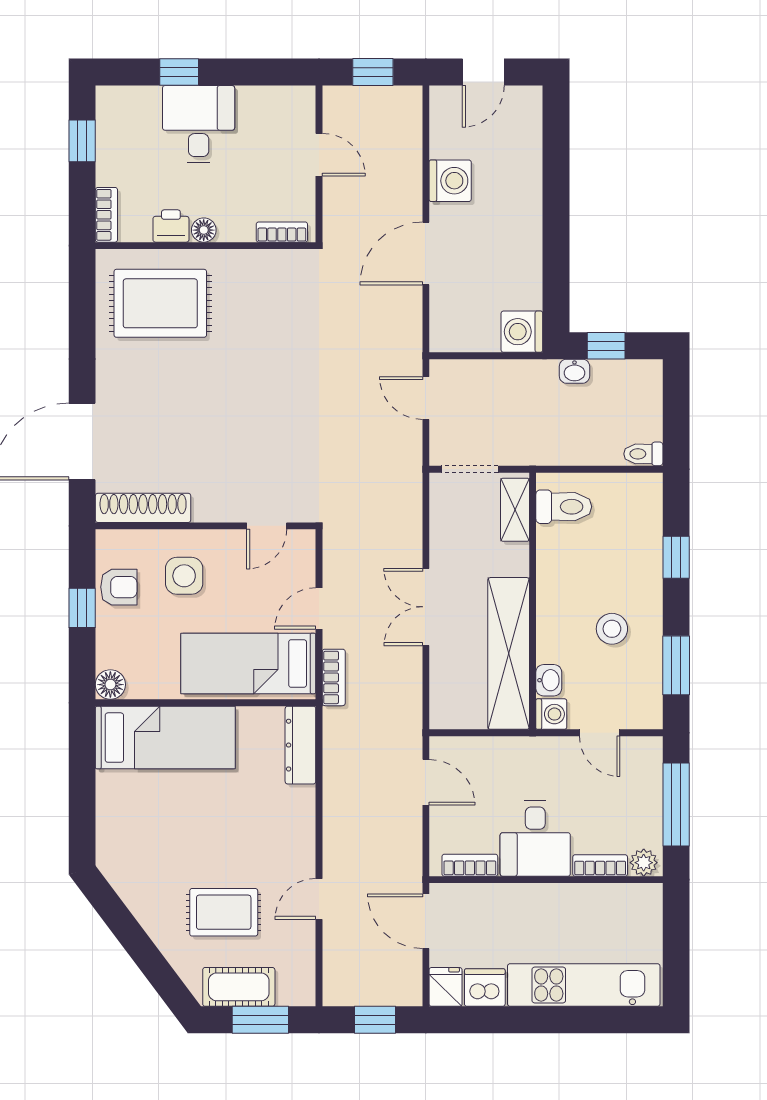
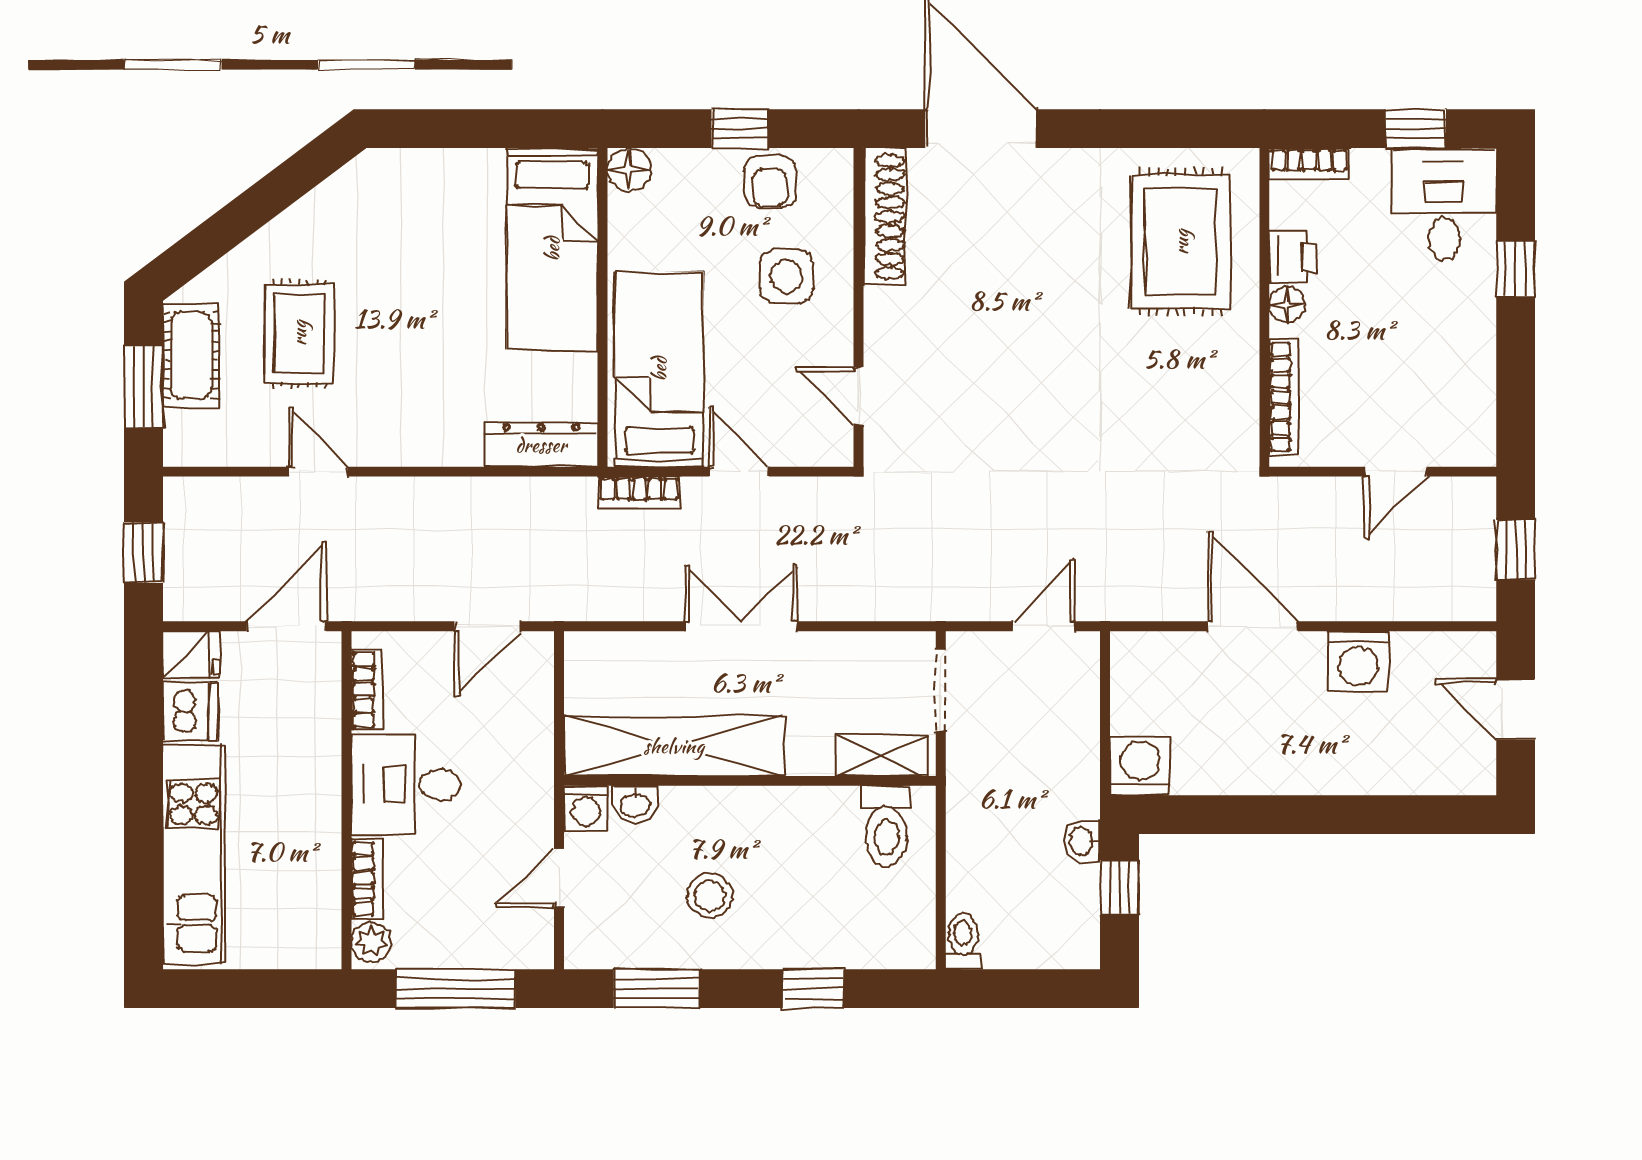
desk: (199, 124) -> (1444, 204), moved, turned -90
bookcase: (282, 232) -> (1284, 397), width x1.56

